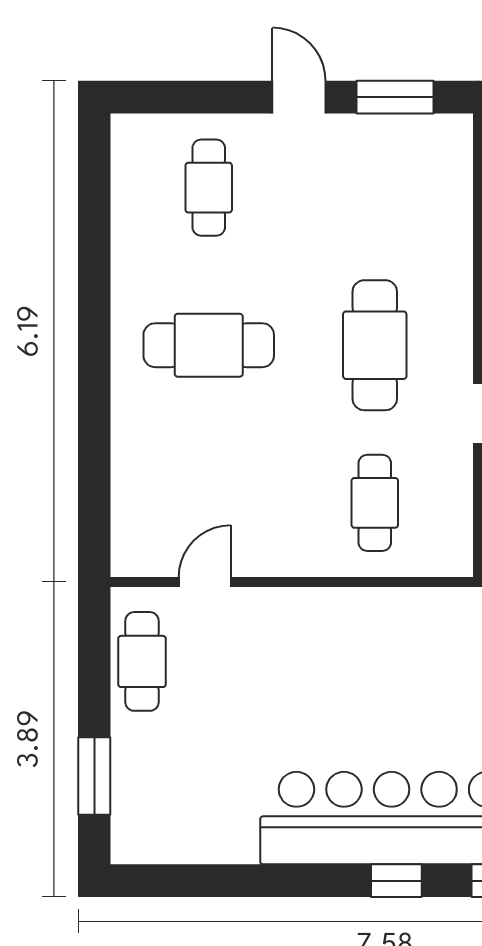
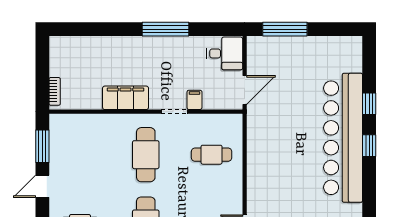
cafe table: (375, 345) -> (146, 155), turned 90

